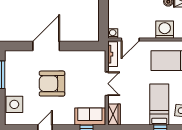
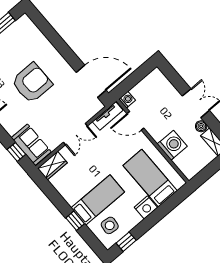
door: (46, 46) -> (91, 81), moved
armchair: (52, 84) -> (32, 83), turned 90

